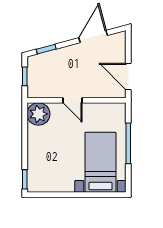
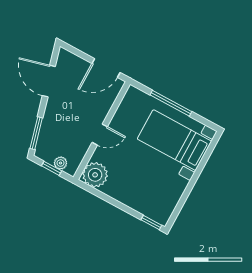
window: (46, 49) -> (36, 133), width x1.50
plant: (33, 81) -> (61, 163), added

